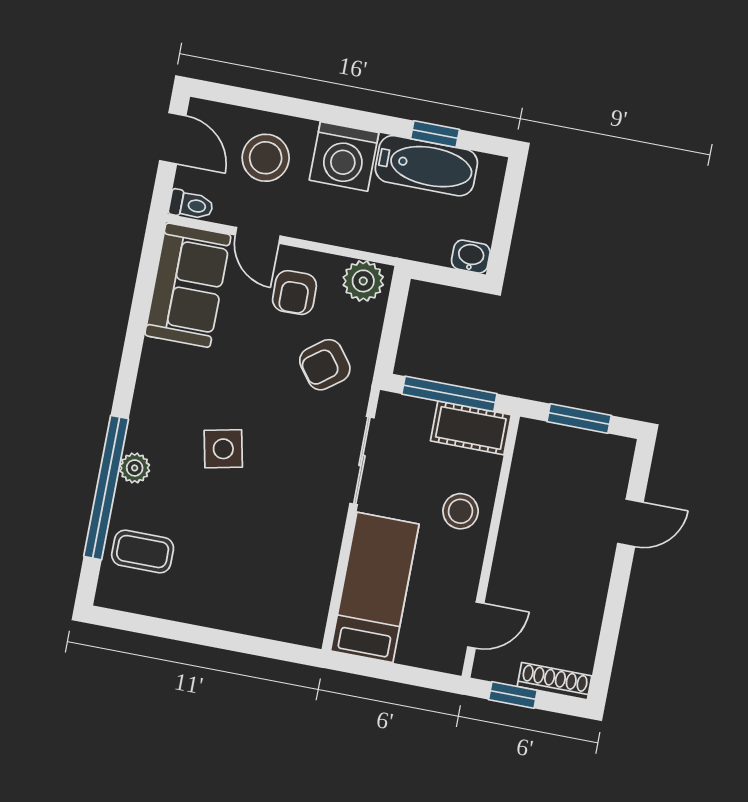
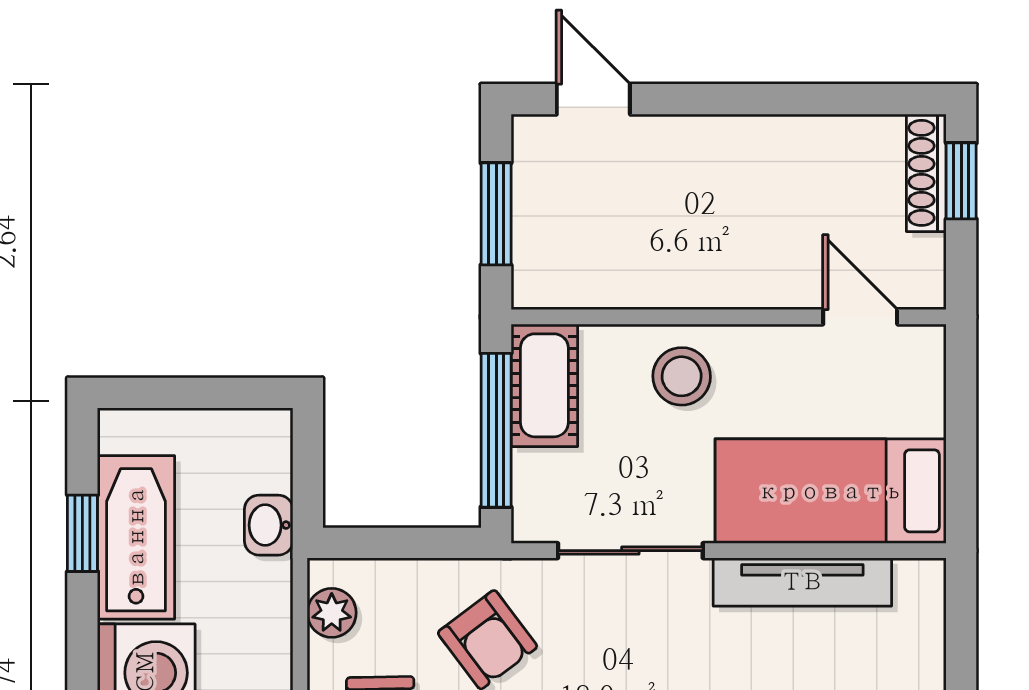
washbasin: (471, 257) -> (269, 525), moved
plant: (363, 281) -> (332, 613), width x0.73, depth x0.73
door: (630, 523) -> (593, 99), moved
tv unit: (323, 560) -> (802, 582), added
window: (513, 695) -> (961, 181), moved

